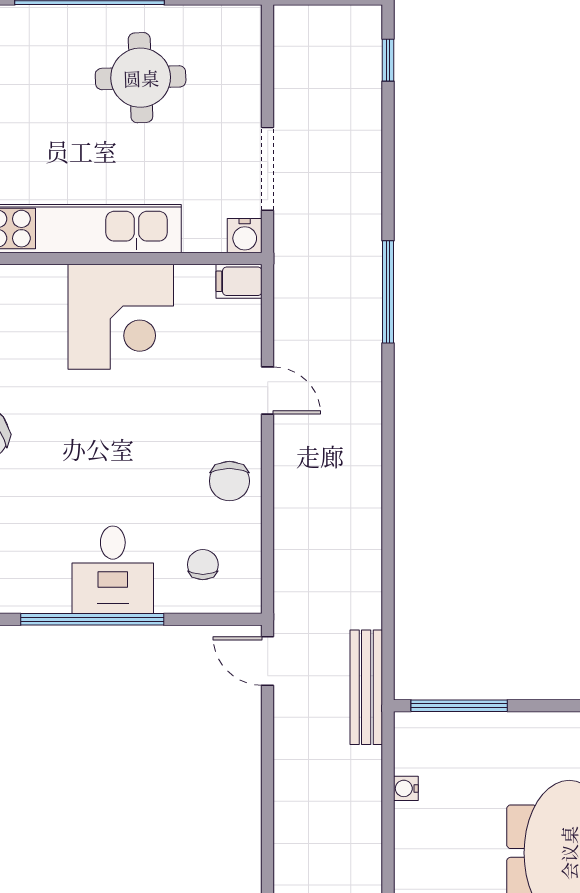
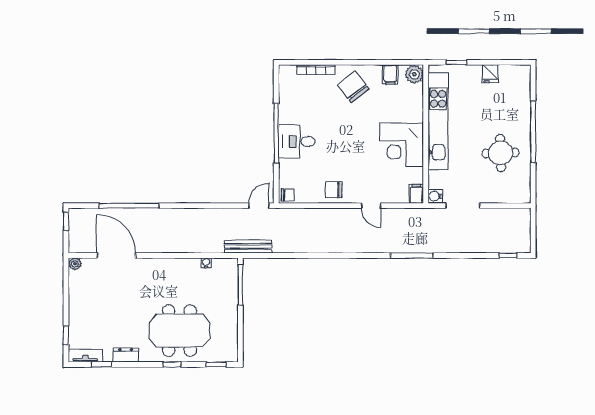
door: (268, 390) -> (371, 206), hinge flipped
chair: (203, 565) -> (288, 195), moved

